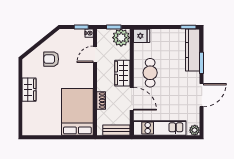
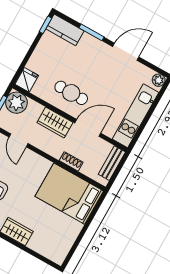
kitchen counter: (193, 50) -> (65, 30), width x0.67
door: (202, 95) -> (126, 52), hinge flipped

